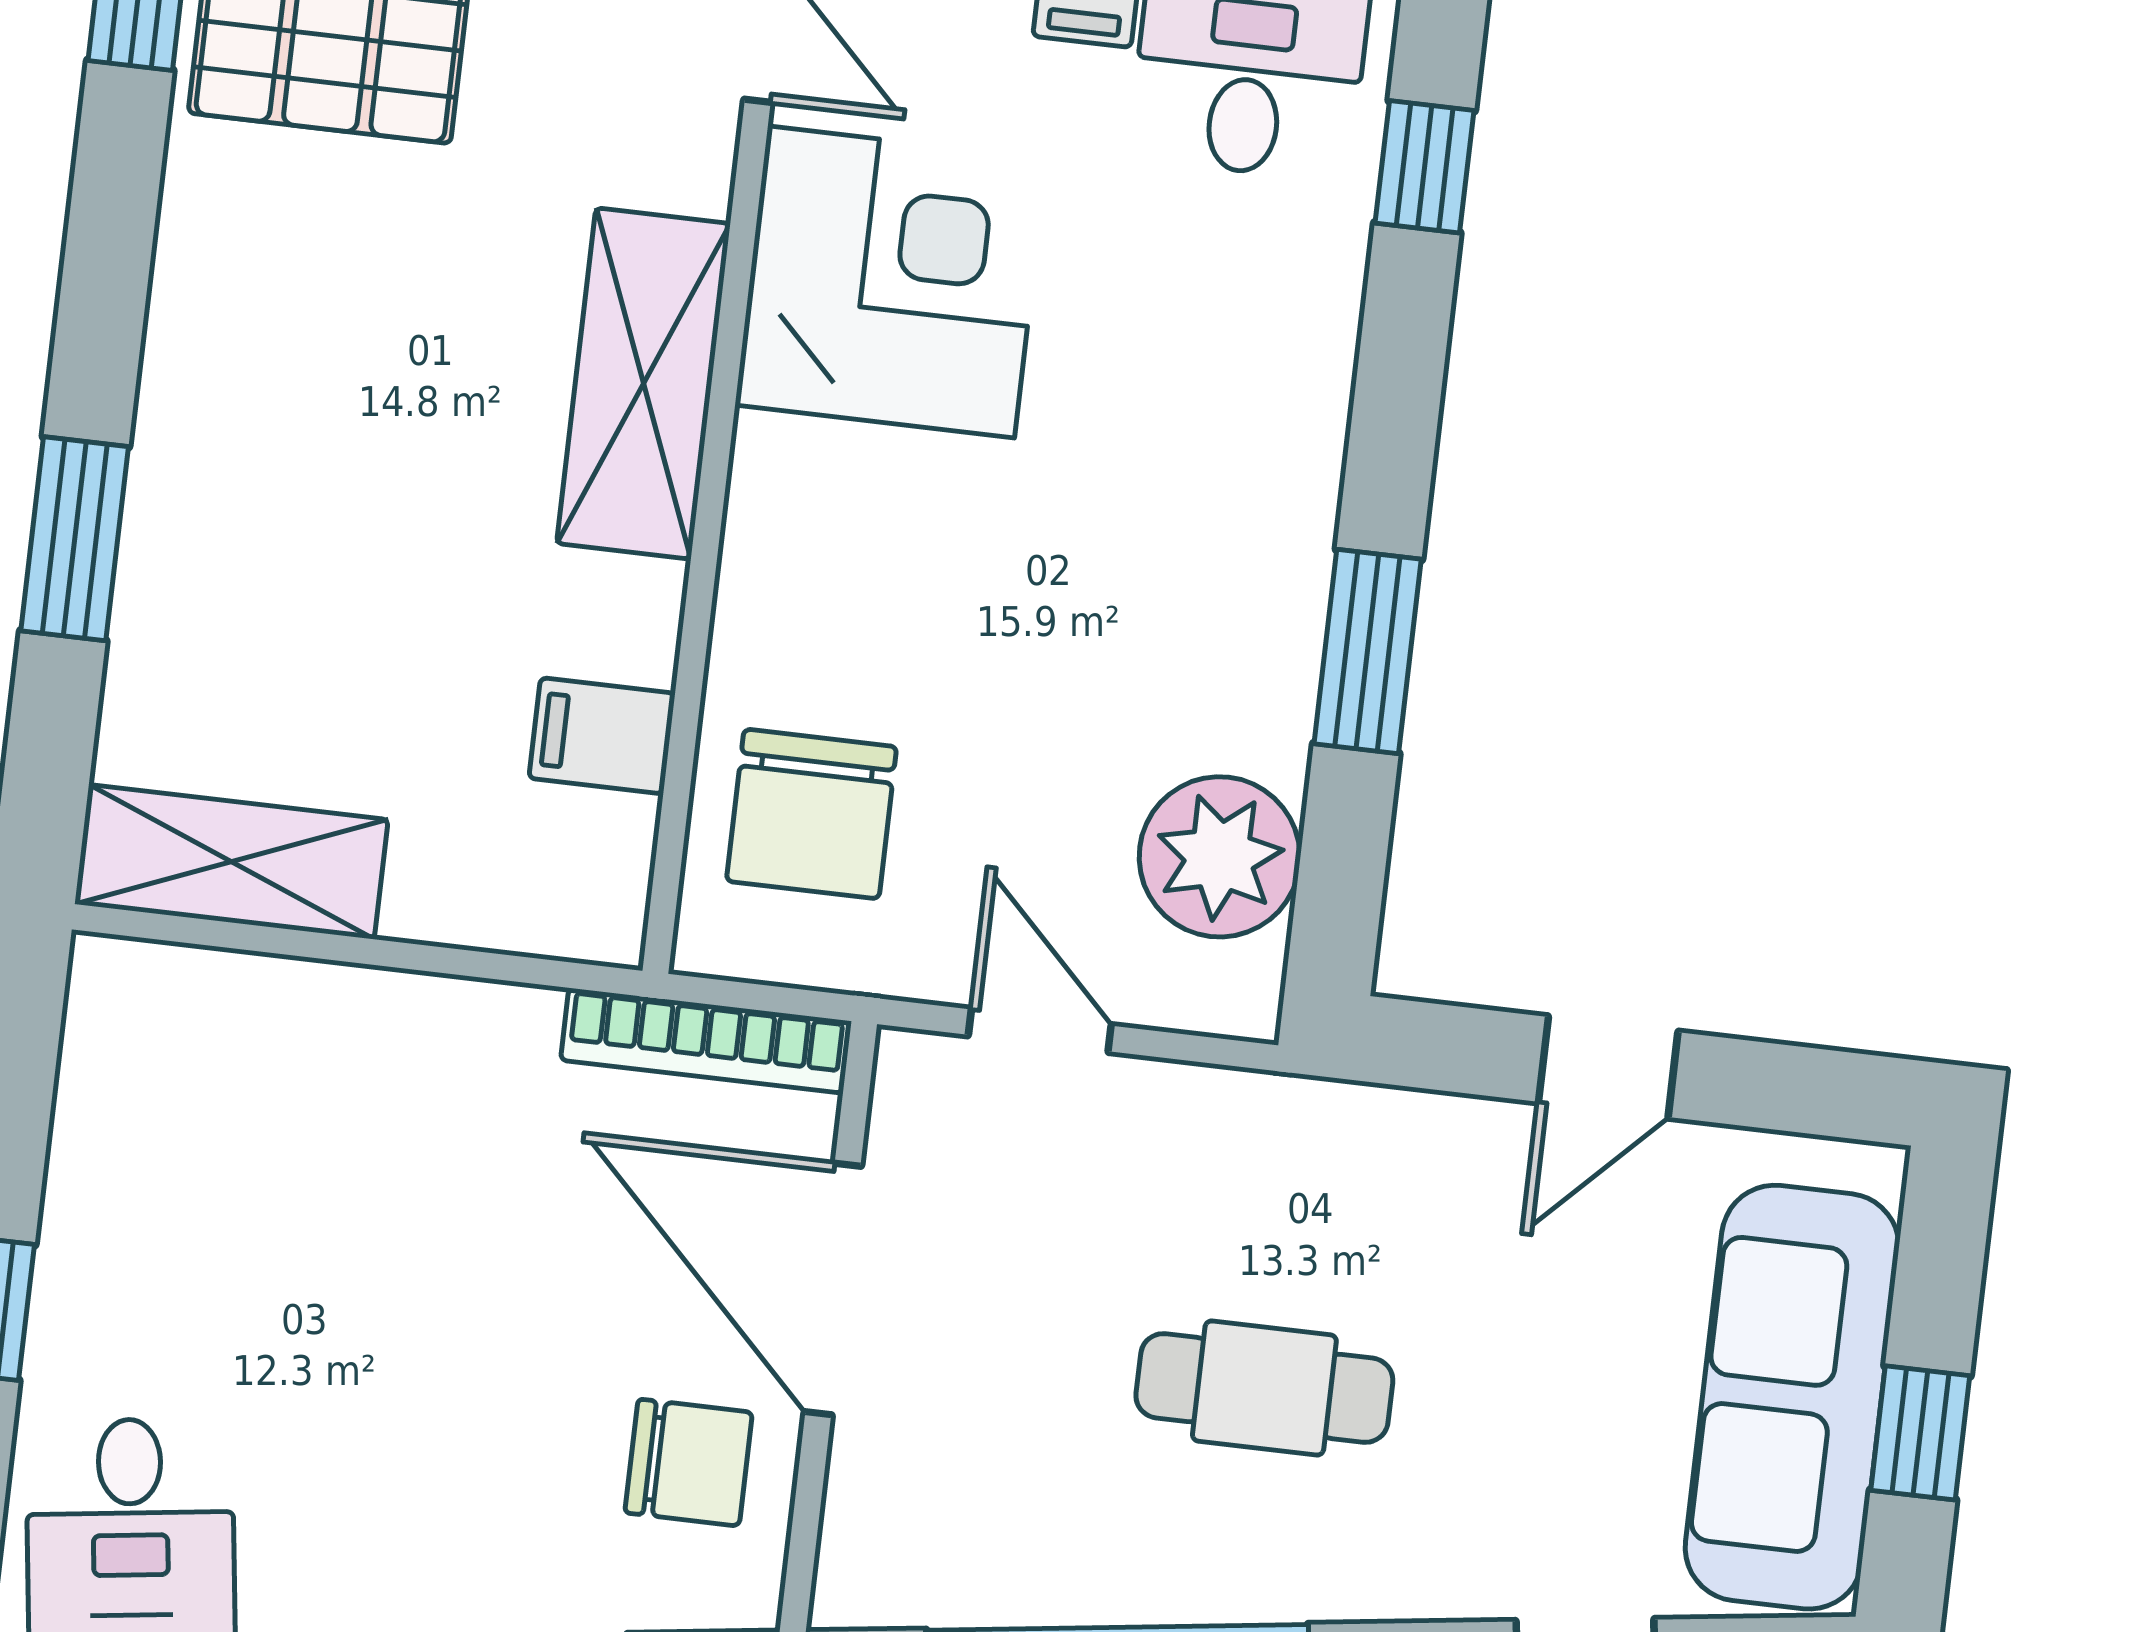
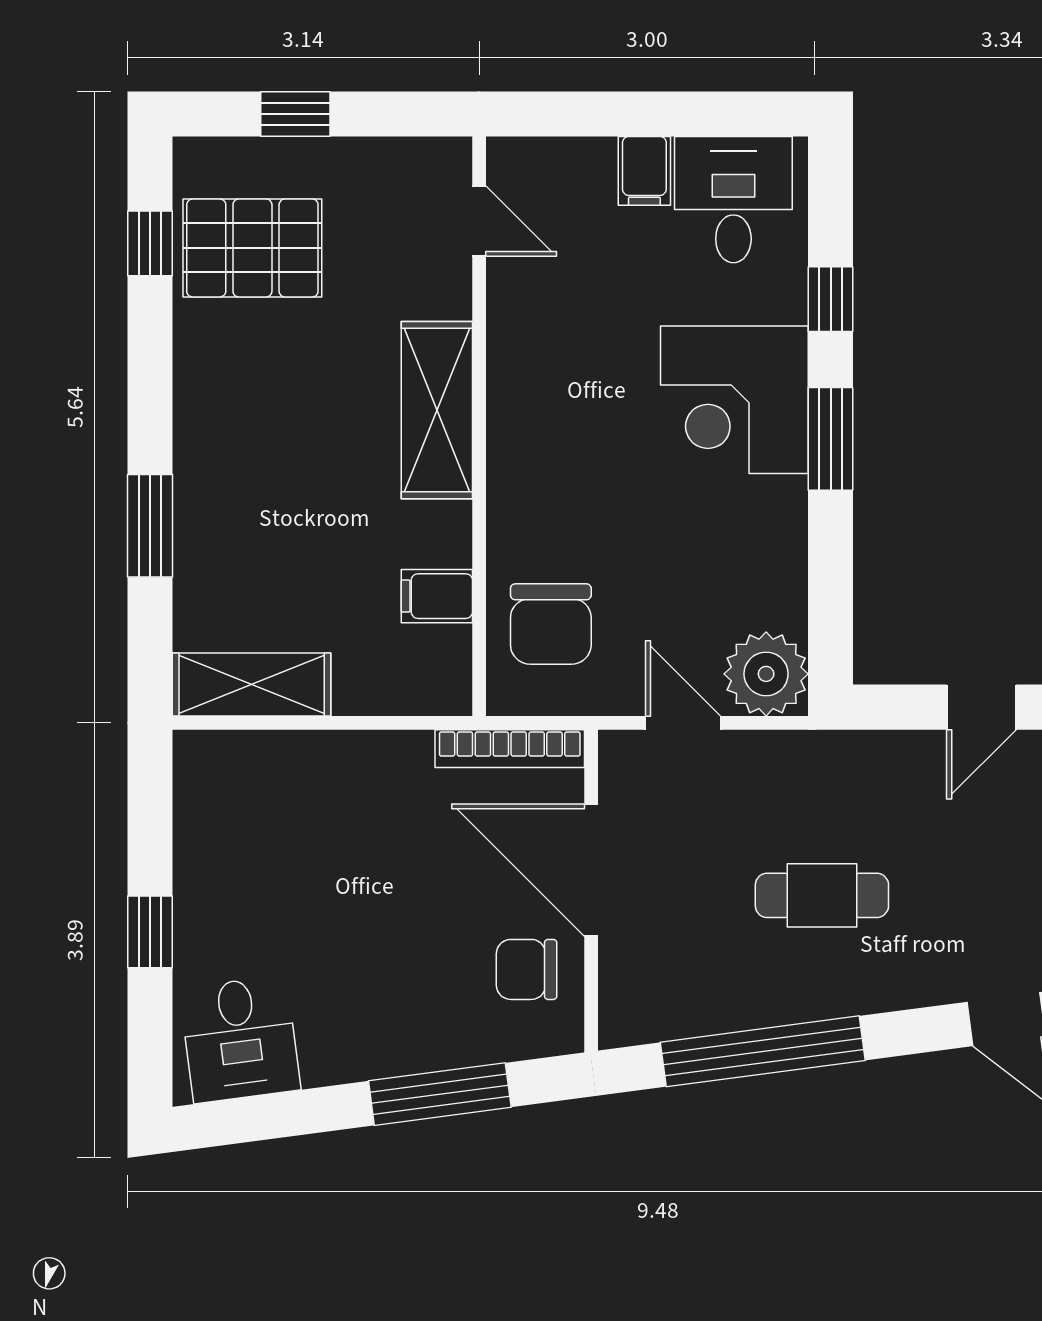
window: (1425, 167) -> (831, 299), moved
corner desk: (891, 282) -> (734, 400), moved, turned 180
window: (1368, 651) -> (831, 439), moved
plant: (1220, 857) -> (766, 674), moved
chair: (689, 1462) -> (527, 969), turned 180

